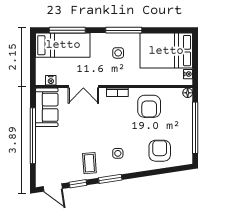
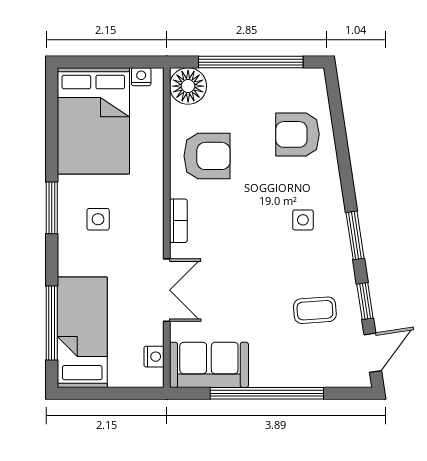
window: (124, 30) -> (52, 208), width x0.69
floor lamp: (188, 93) -> (188, 86), width x1.89, depth x1.89
coffee table: (89, 163) -> (315, 310), moved

